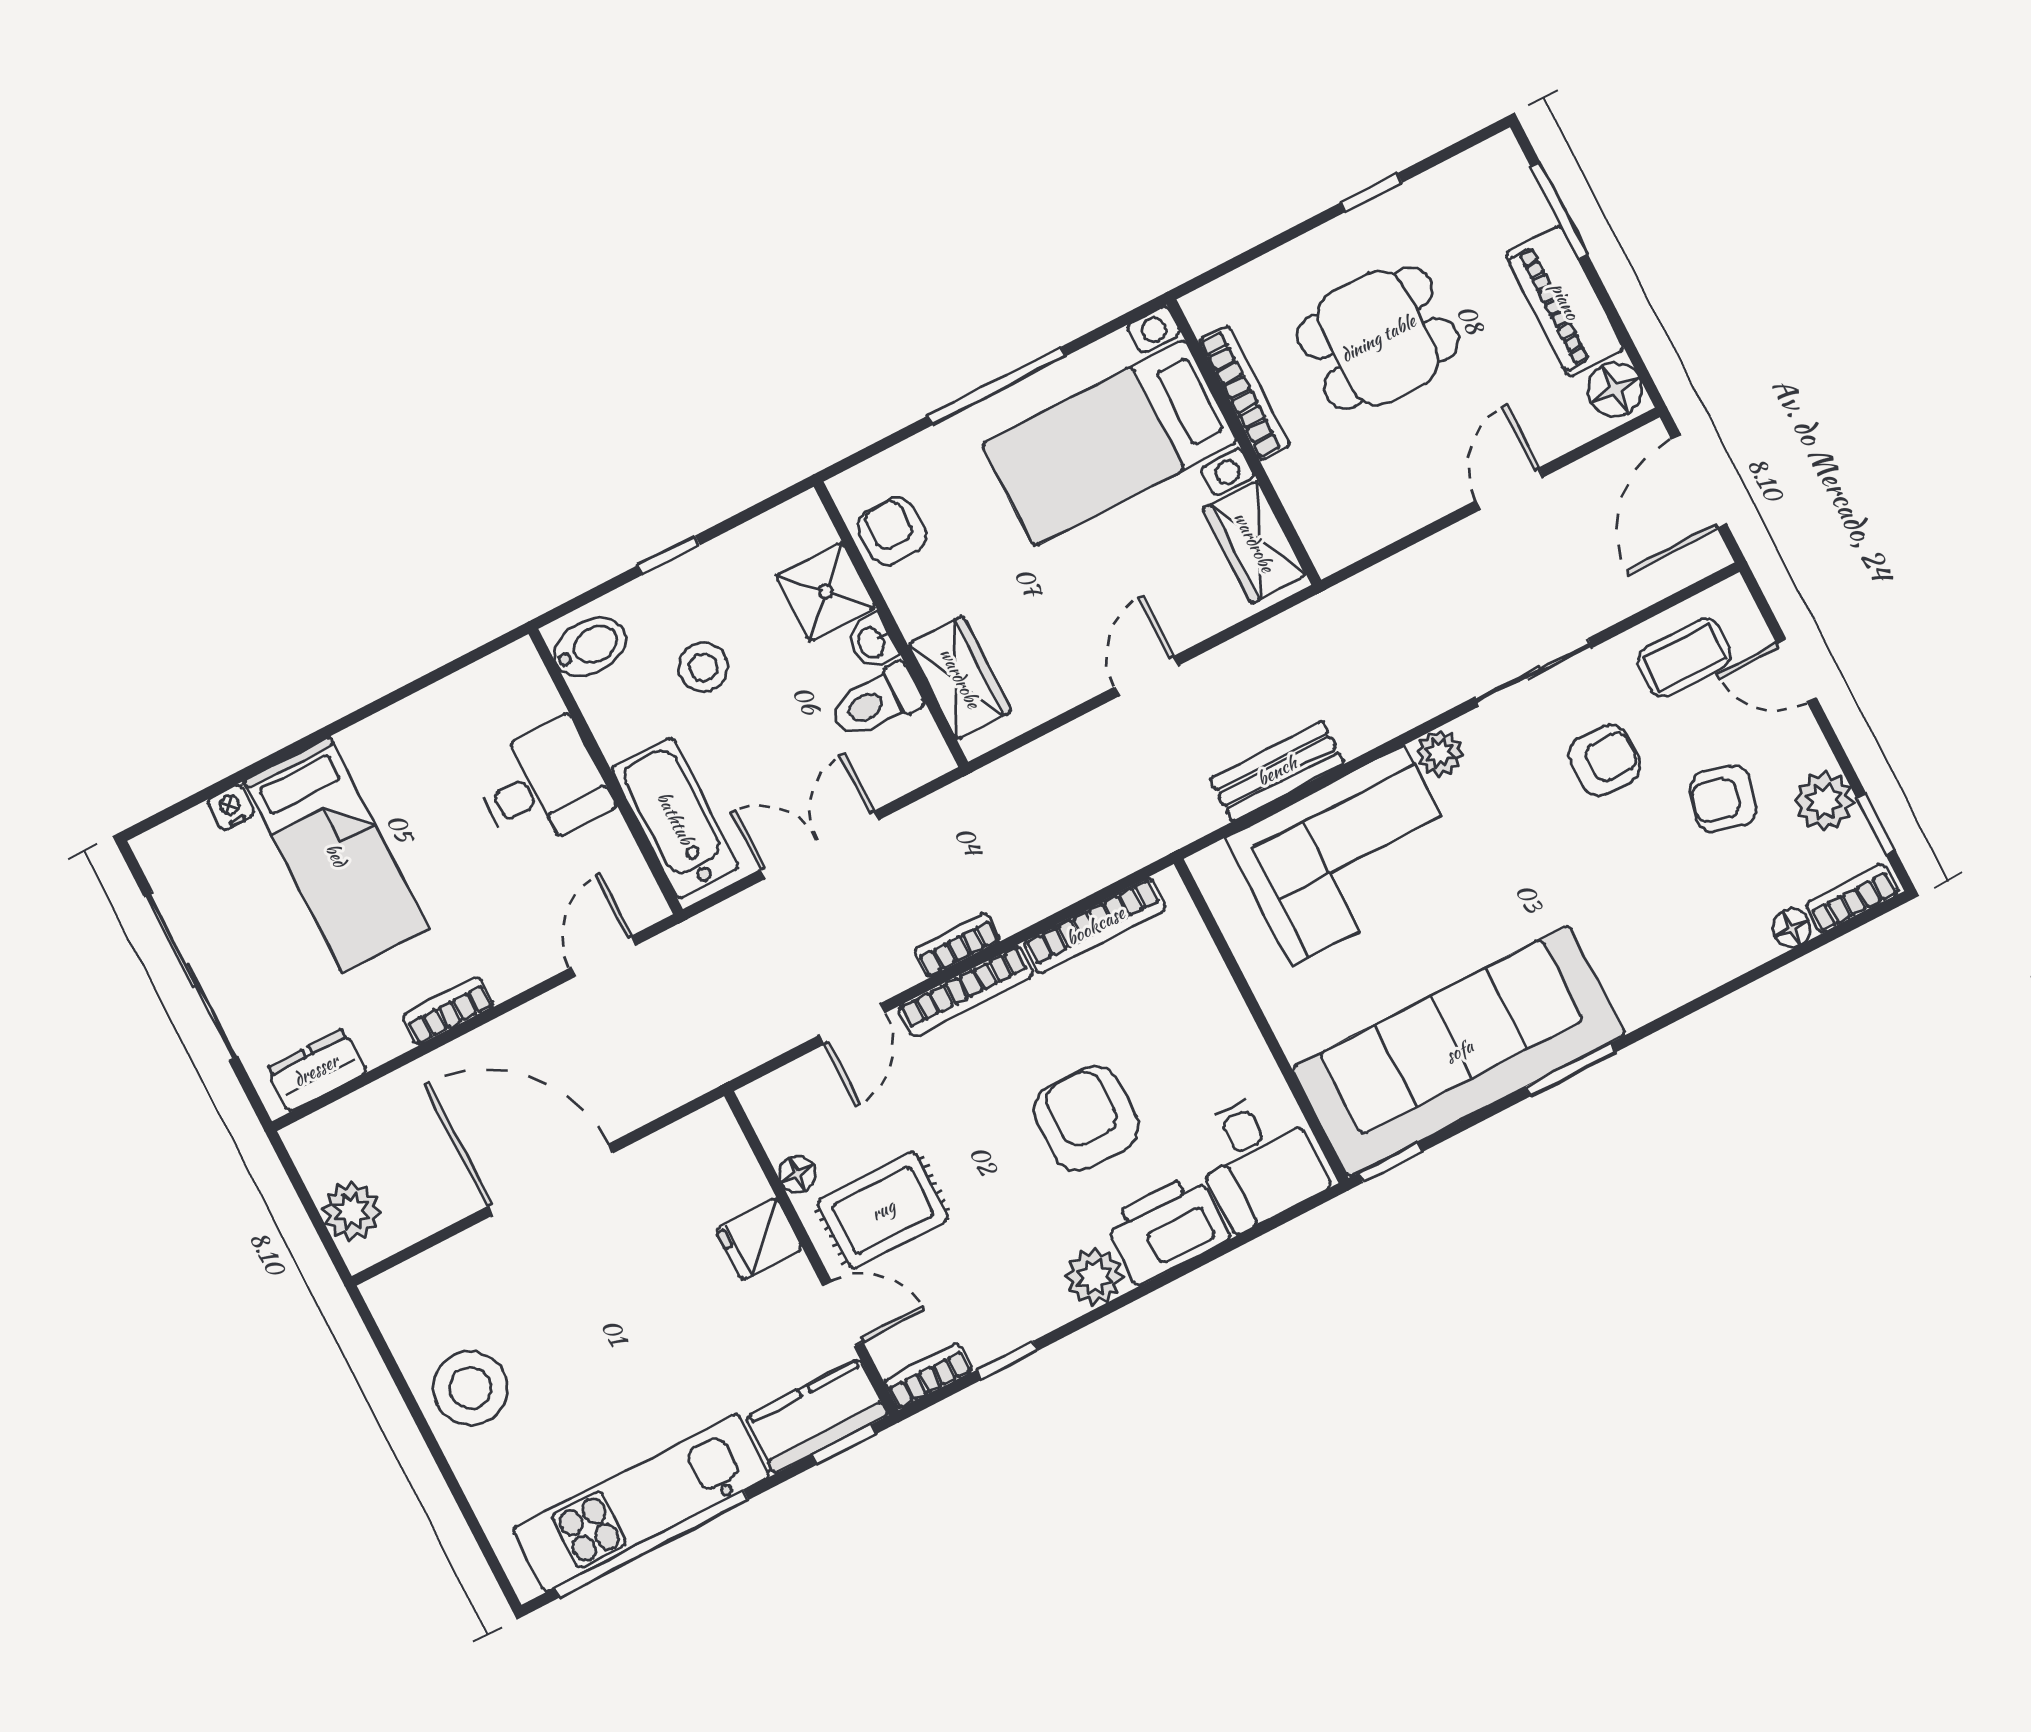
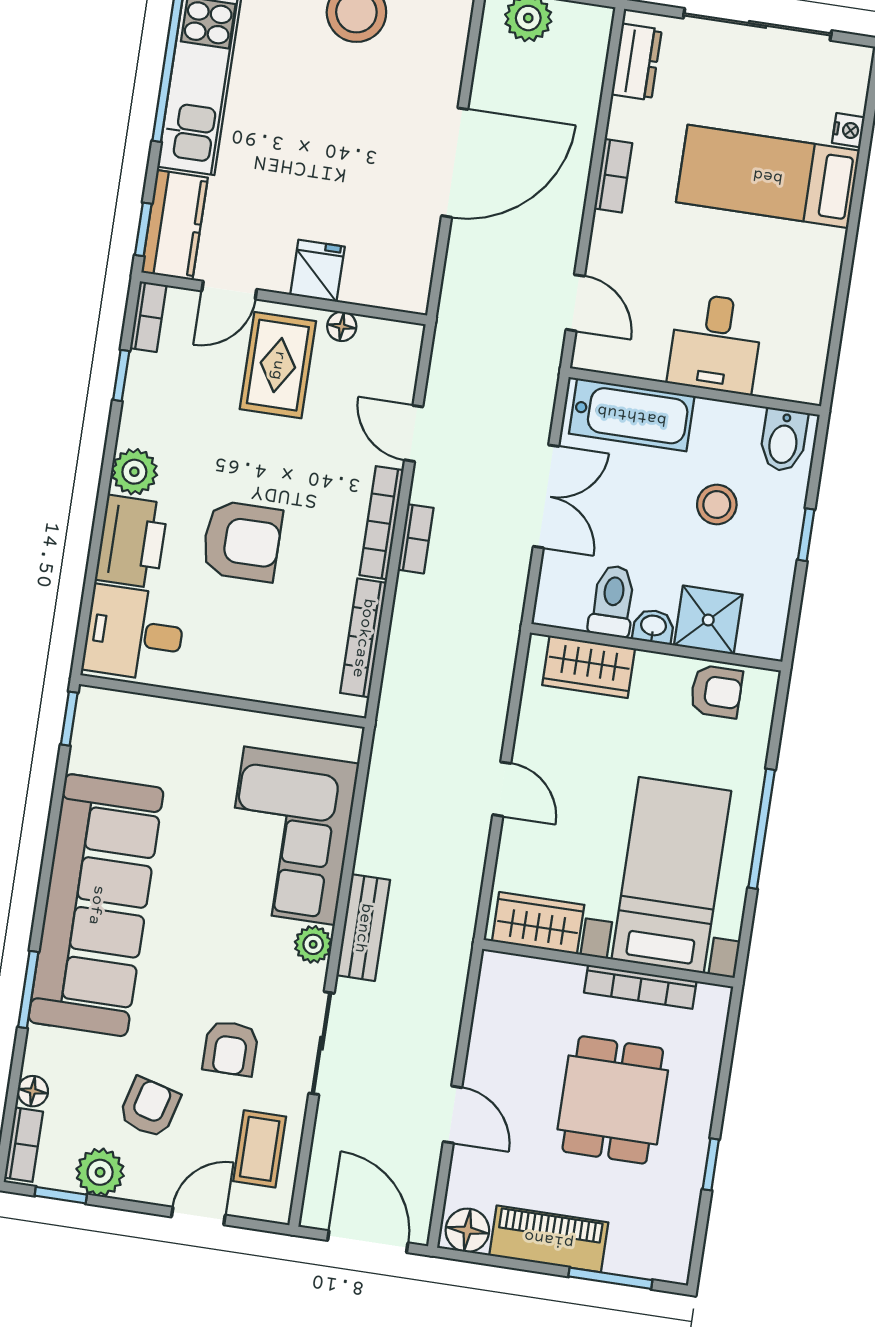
bench: (1277, 771) -> (363, 928), moved
sofa: (1459, 1051) -> (96, 905), moved
window: (1571, 1069) -> (28, 990), moved

